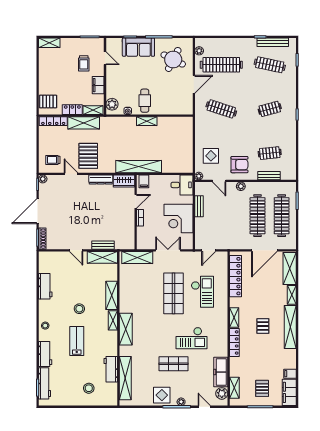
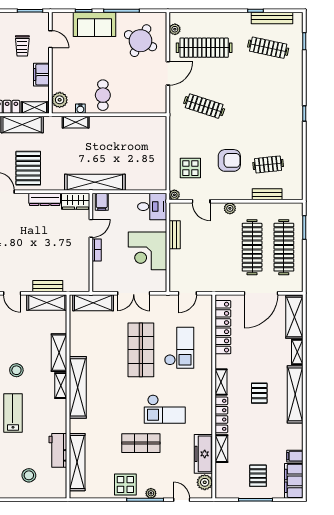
clothes rail: (270, 109) -> (268, 106), removed
shelving: (147, 121) -> (76, 122), moved
armchair: (239, 165) -> (229, 160), moved
double door: (168, 250) -> (134, 293), swing flipped
shelving: (126, 329) -> (78, 387), width x1.47
shelving: (234, 388) -> (221, 449), moved

